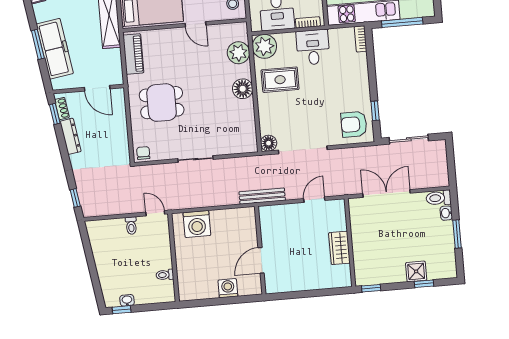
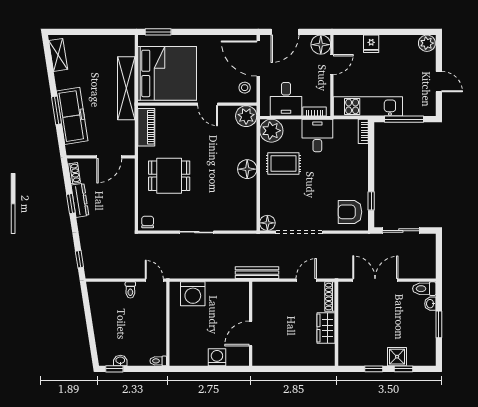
plant: (238, 53) -> (246, 116), moved
door: (97, 88) -> (109, 157), hinge flipped
window: (55, 114) -> (71, 204), moved
shoe rack: (341, 215) -> (330, 297), added
toilet: (165, 275) -> (158, 361), moved
window: (371, 288) -> (374, 369), moved

